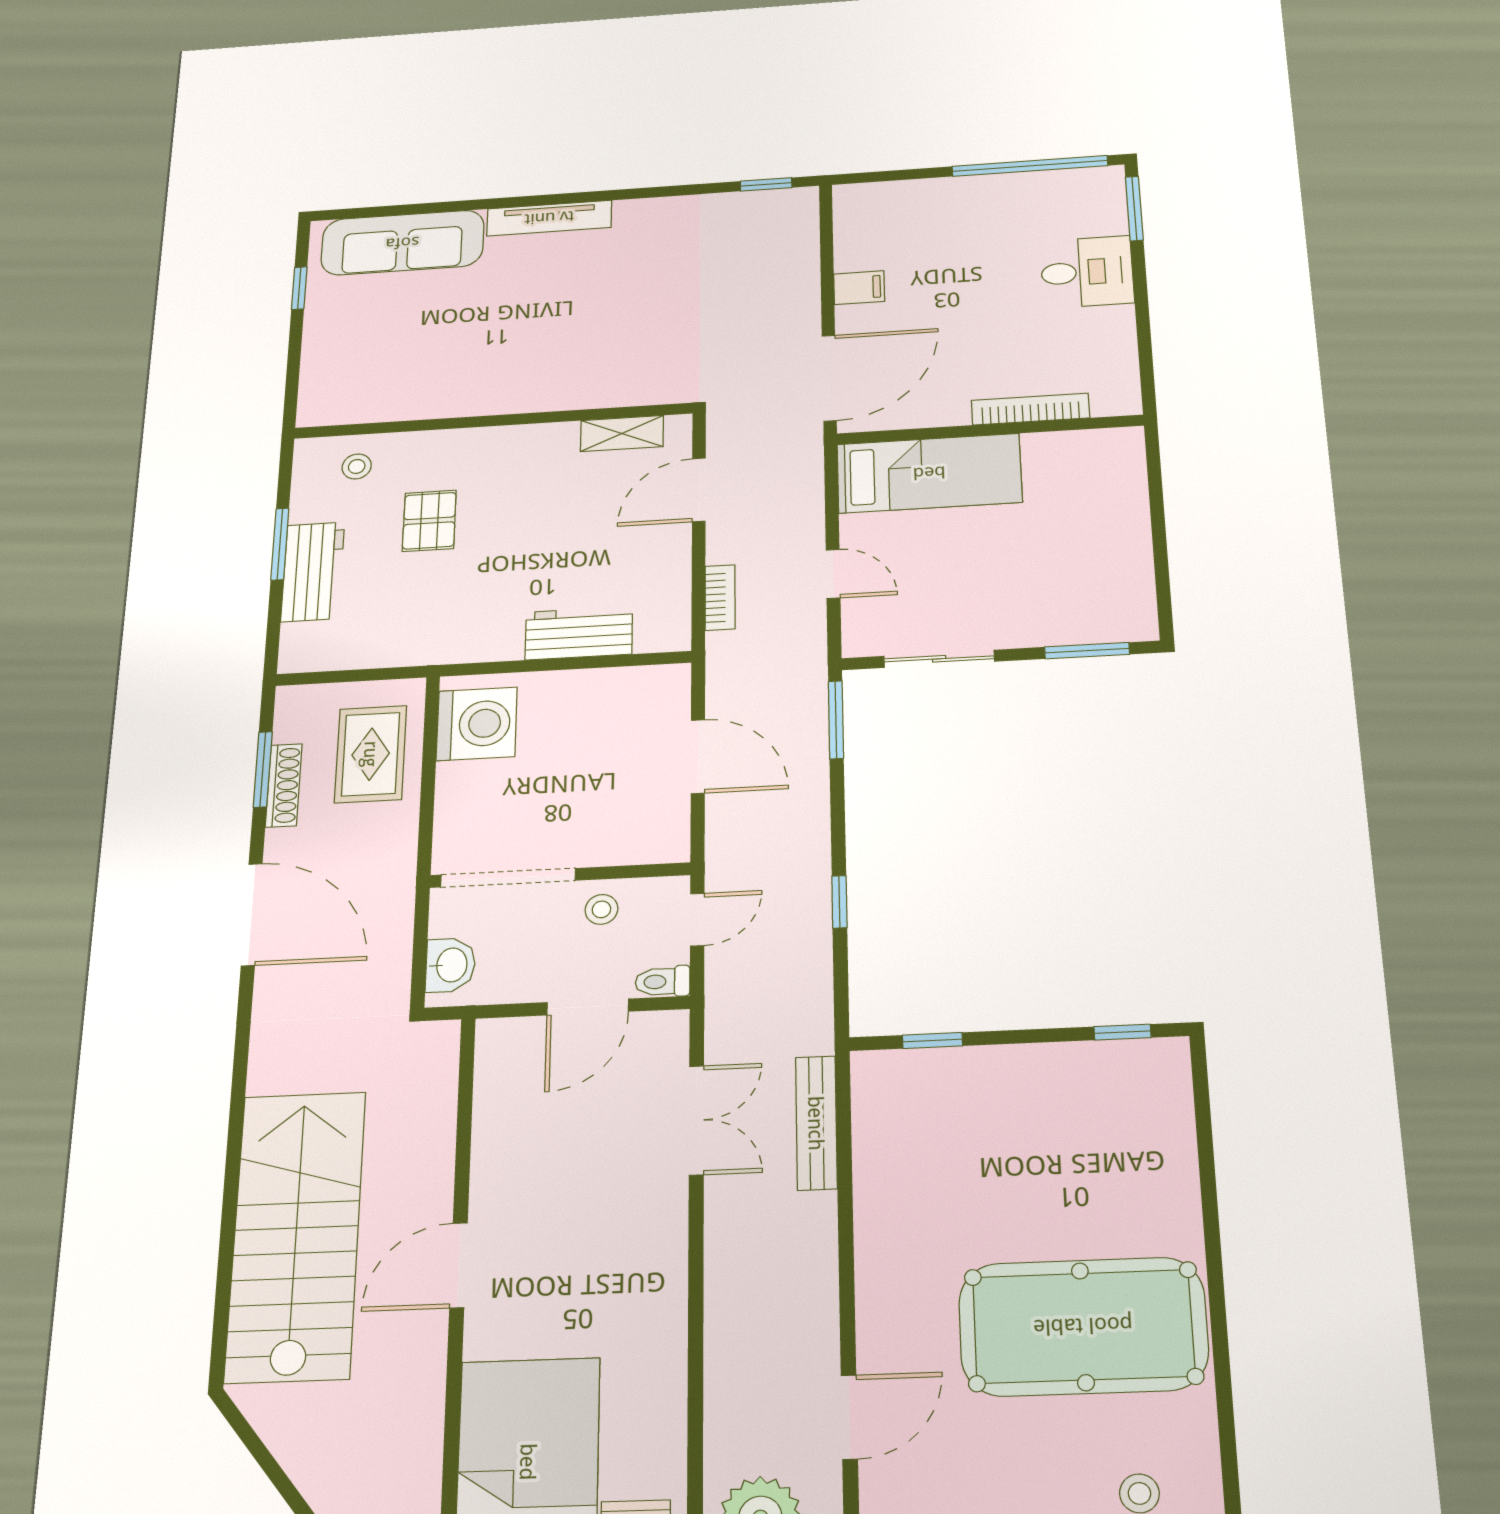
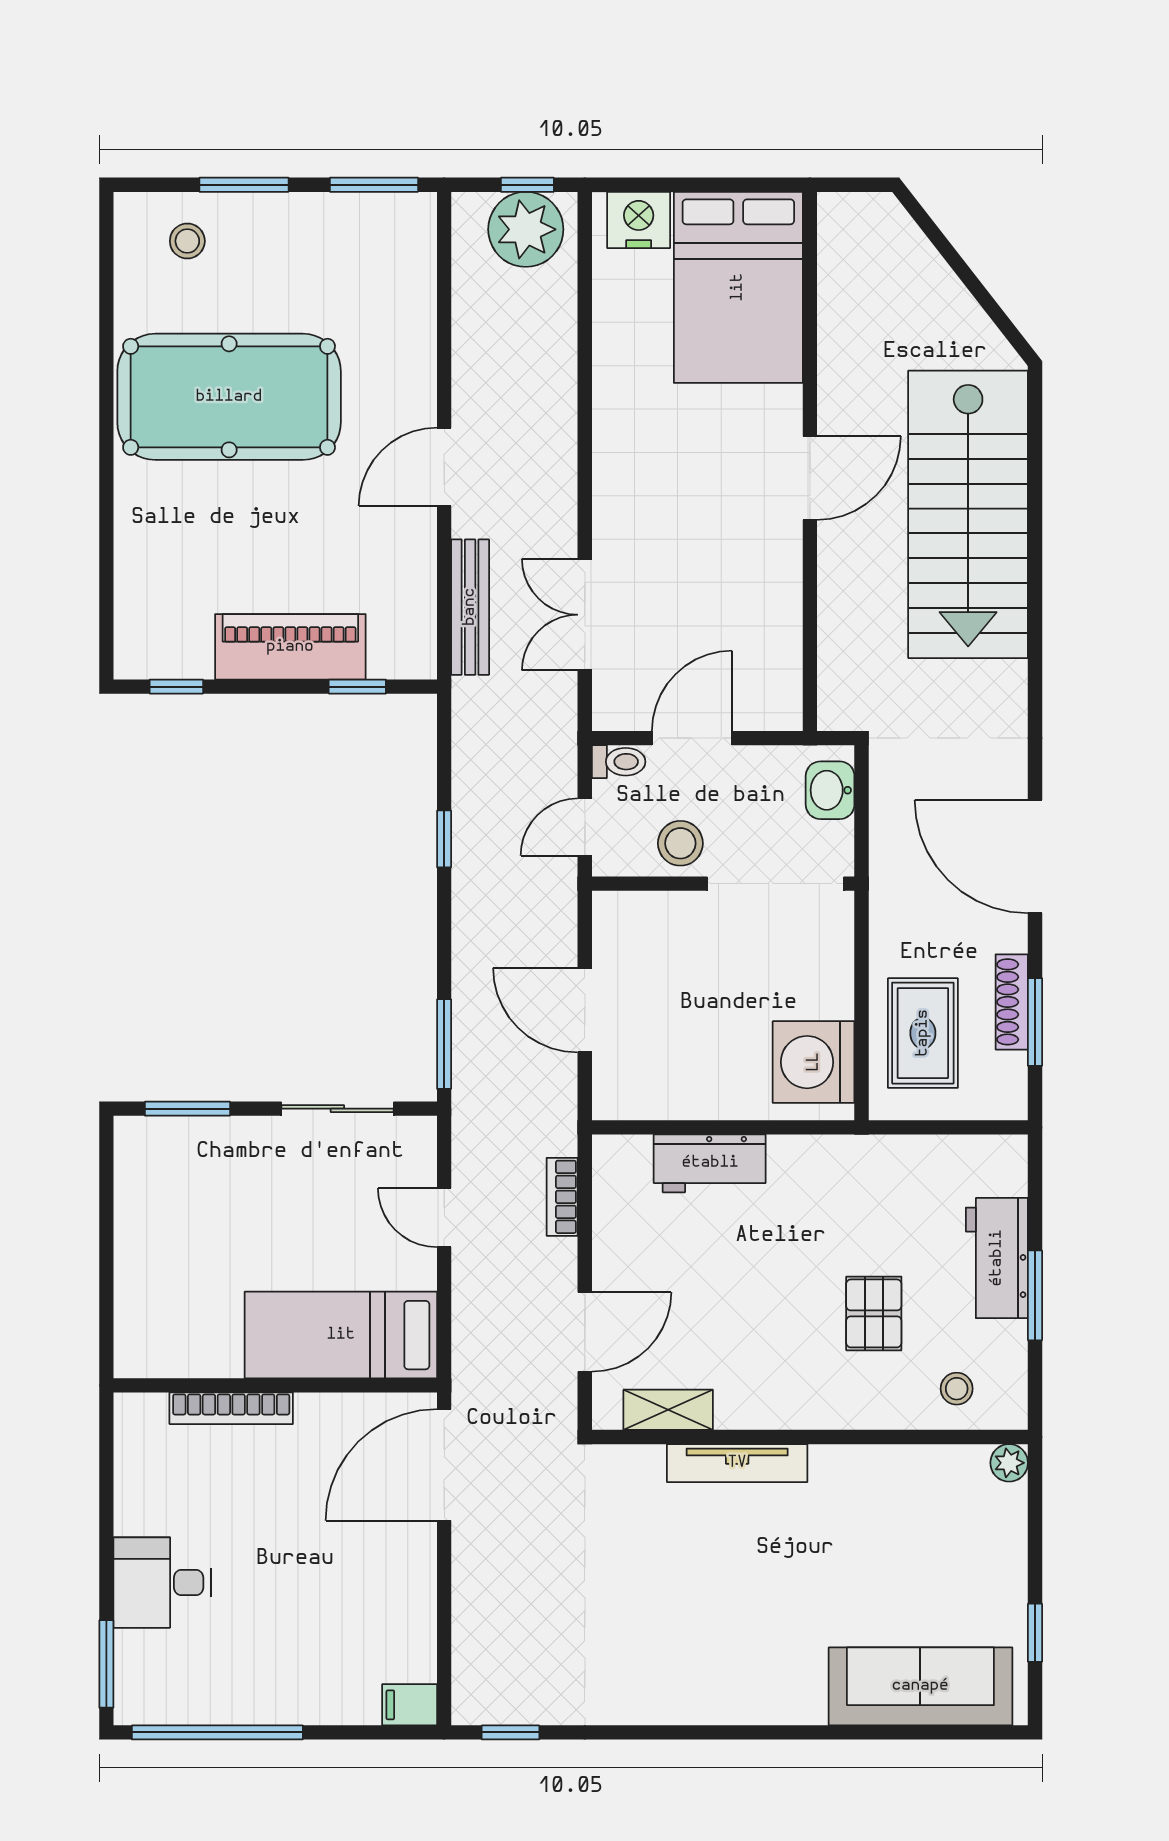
tv unit: (549, 218) -> (737, 1463), moved, turned 180
filing cabinet: (859, 288) -> (410, 1705), moved
plant: (313, 413) -> (1009, 1463), added
stool: (601, 909) -> (680, 843), width x1.37, depth x1.37
piano: (1004, 1076) -> (290, 647), added
door: (849, 1417) -> (444, 467), moved

